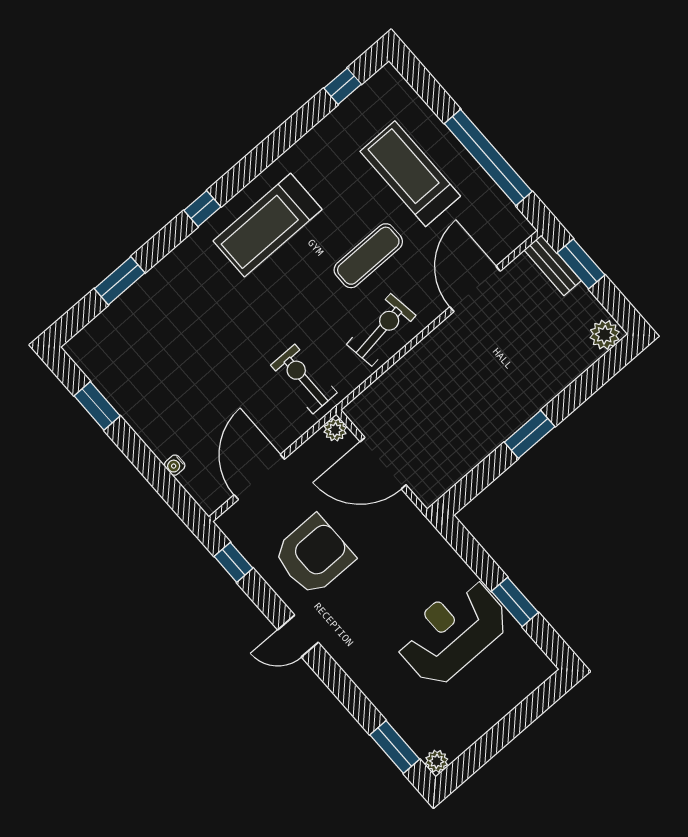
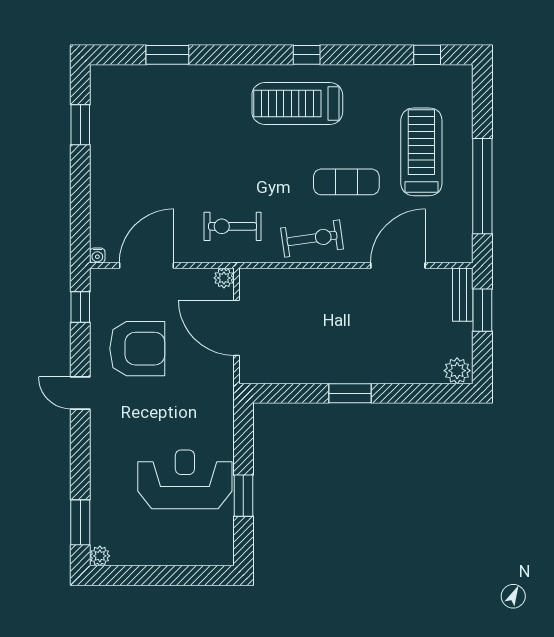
window: (202, 209) -> (307, 55), moved
exercise bike: (304, 379) -> (233, 226), turned -90
water cooler: (175, 465) -> (97, 256), moved, turned -90

